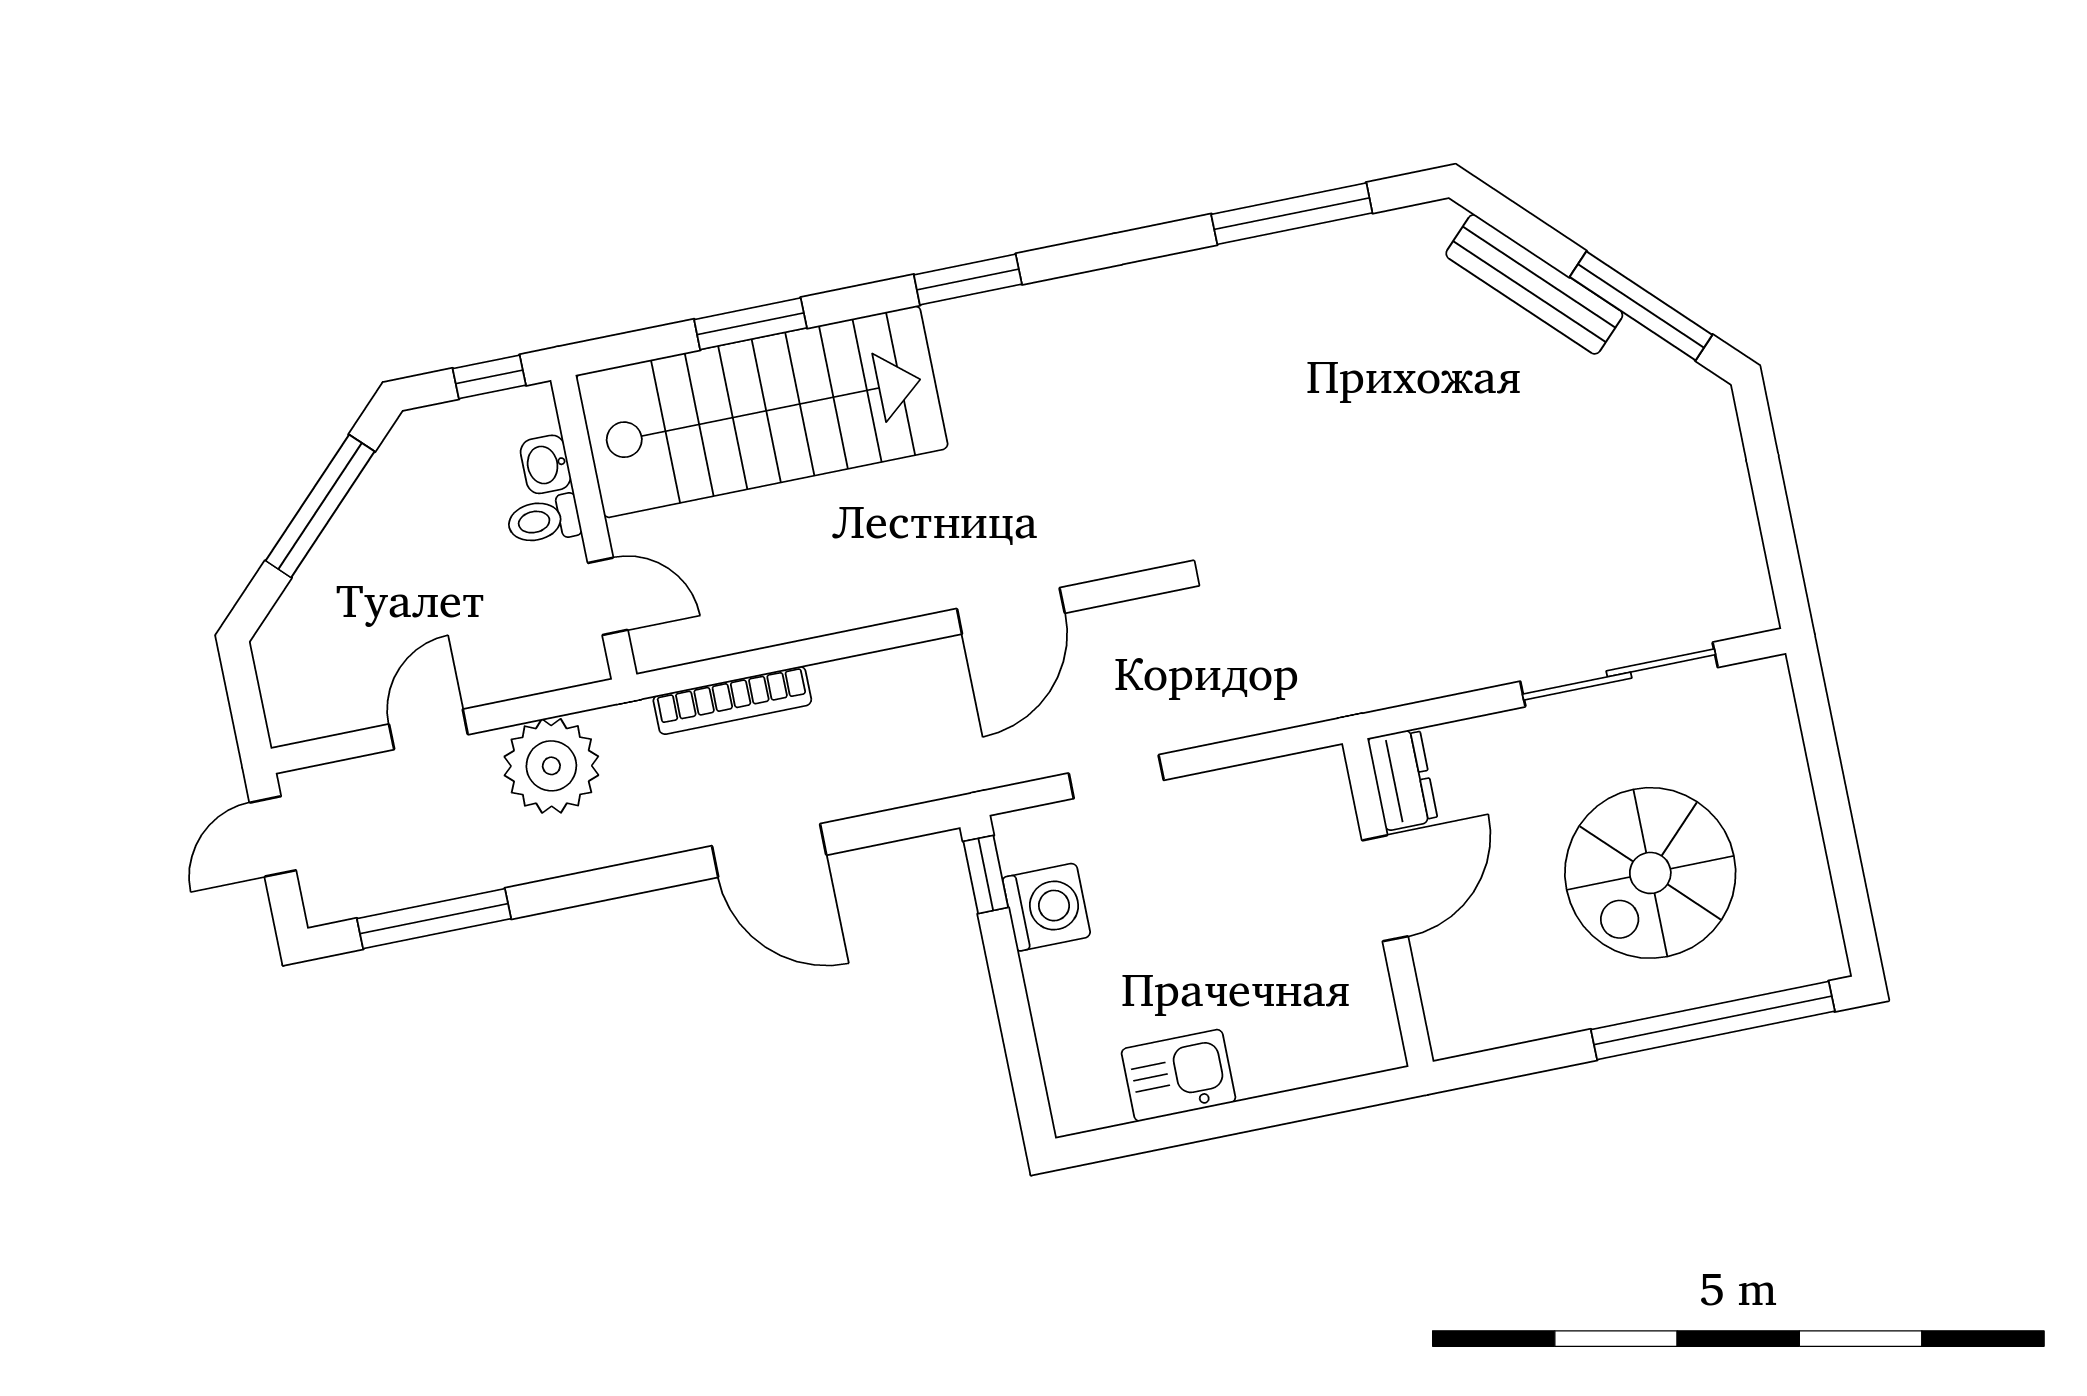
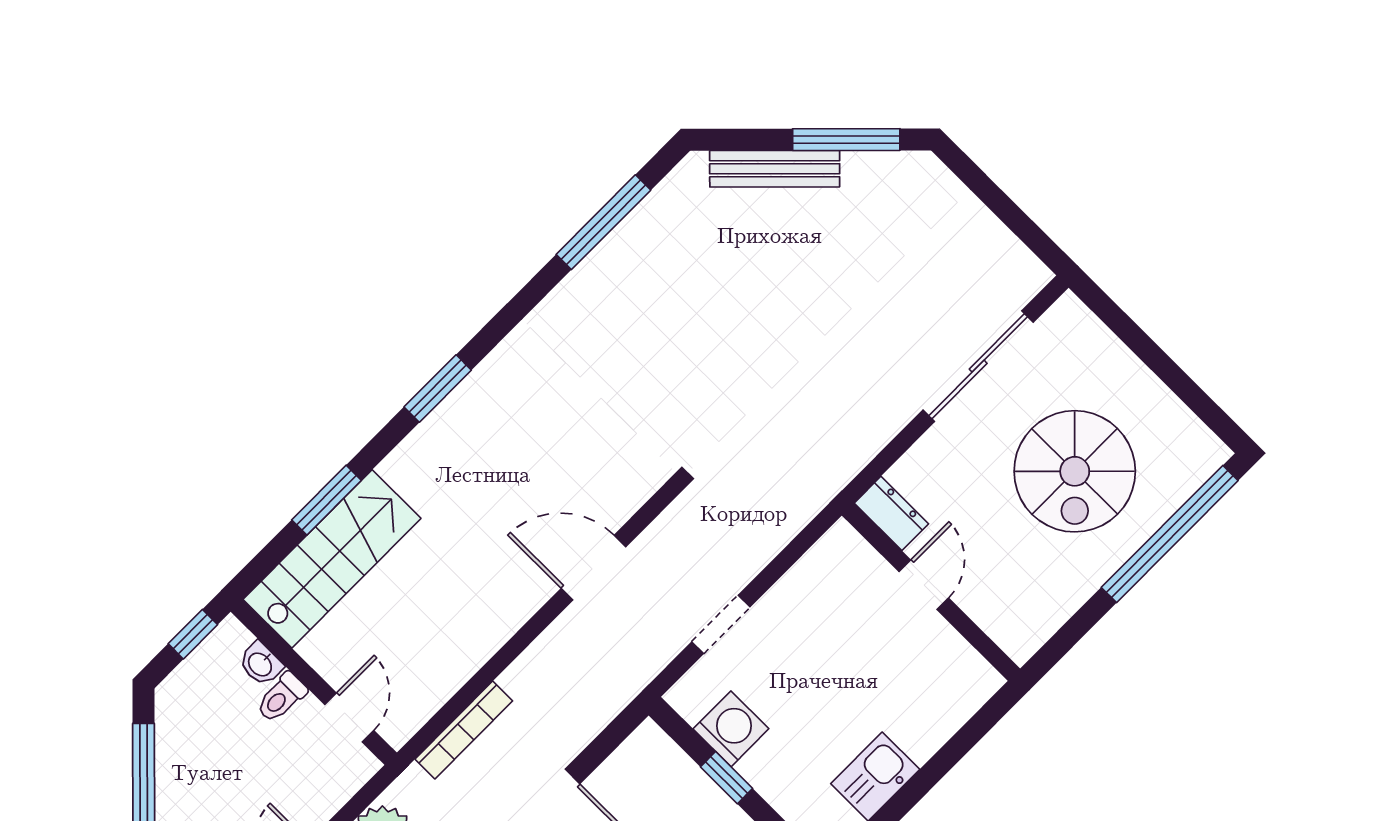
stairs: (762, 412) -> (332, 559), width x0.73, depth x0.66
door: (608, 596) -> (349, 718), hinge flipped
door: (1011, 611) -> (593, 568), swing flipped
window: (986, 874) -> (727, 778), moved
door: (1385, 888) -> (924, 585), width x0.73

